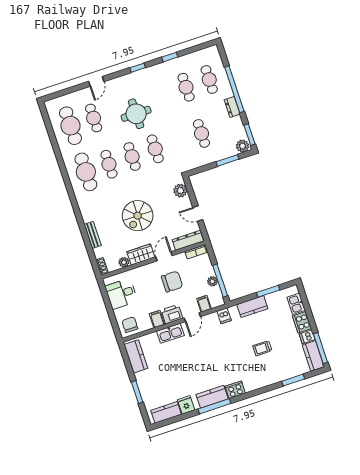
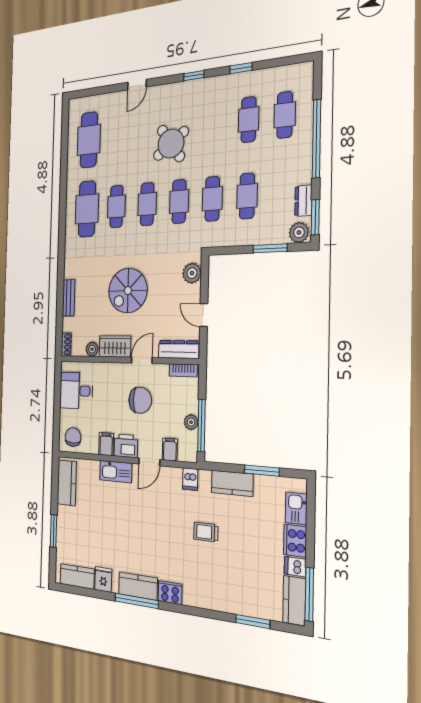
dresser: (232, 107) -> (303, 201), moved
round table: (136, 114) -> (171, 143), turned -36
cafe table: (94, 118) -> (212, 199), moved
trolley: (262, 348) -> (206, 532), moved

